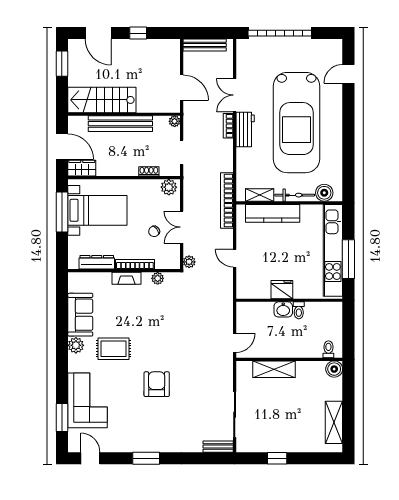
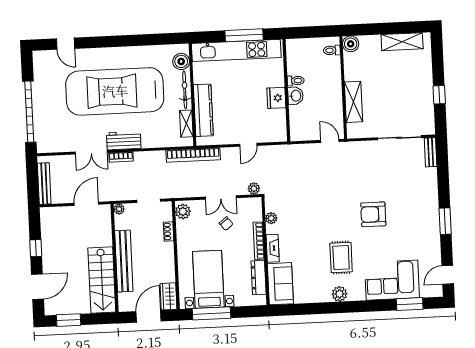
car: (296, 123) -> (115, 91), turned 180
sofa: (80, 315) -> (280, 284), moved, turned 90

